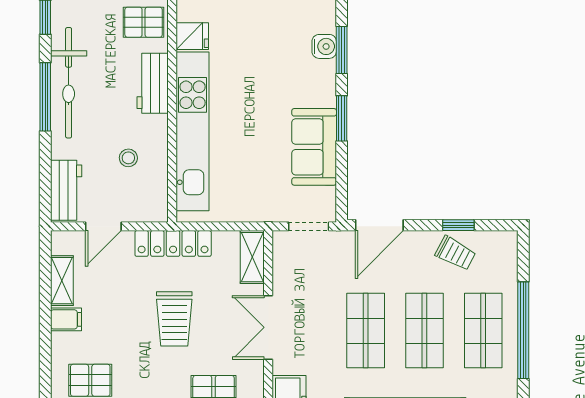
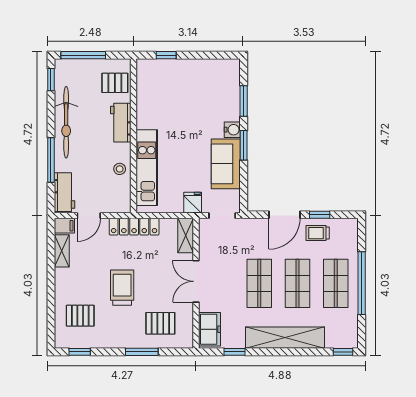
fridge: (192, 36) -> (193, 203), moved, turned -90
water cooler: (324, 46) -> (232, 130), moved
window: (45, 97) -> (51, 160), moved
kitchen unit: (193, 131) -> (147, 168), width x0.73
stool: (128, 158) -> (120, 169), moved
door: (379, 225) -> (284, 215), moved
trolley: (455, 253) -> (318, 233), turned 152
filing cabinet: (66, 319) -> (64, 226), moved
trolley: (174, 319) -> (122, 288), moved, turned 180

